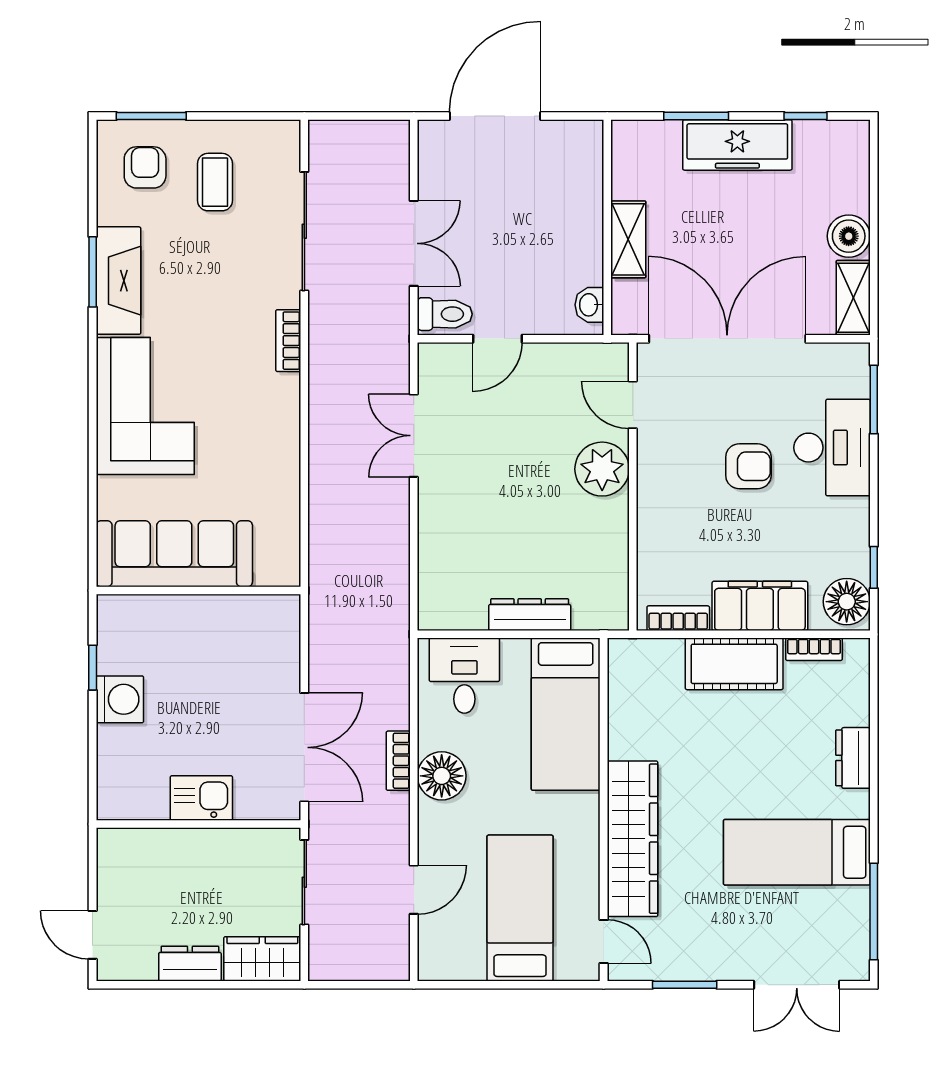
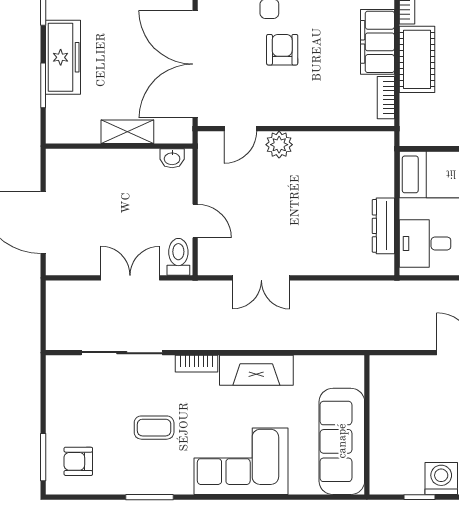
coffee table: (215, 182) -> (154, 428), moved
fireplace: (118, 281) -> (256, 370), moved, turned 180
plant: (602, 469) -> (279, 145), width x0.73, depth x0.73
dresser: (530, 615) -> (383, 226), moved

